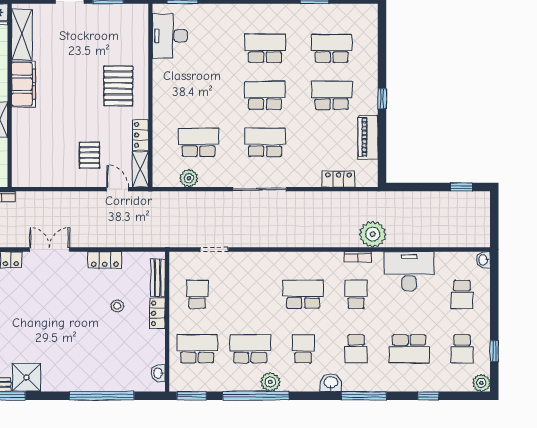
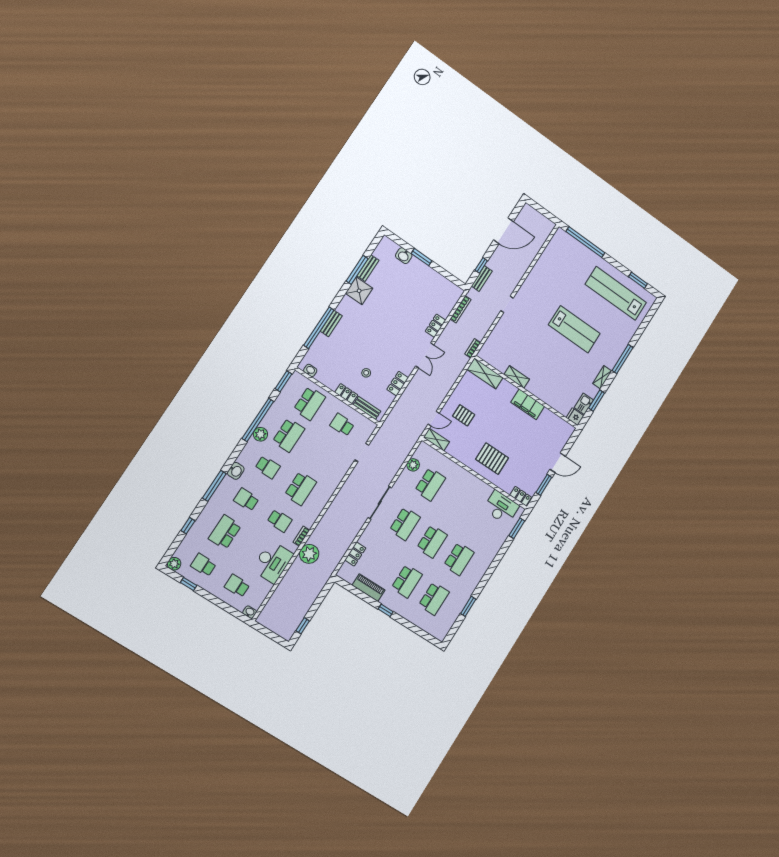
shelving: (22, 34) -> (485, 374), moved
locker: (140, 135) -> (521, 496), moved
school desk: (197, 294) -> (342, 425), turned 180
bench: (87, 385) -> (331, 324), added

